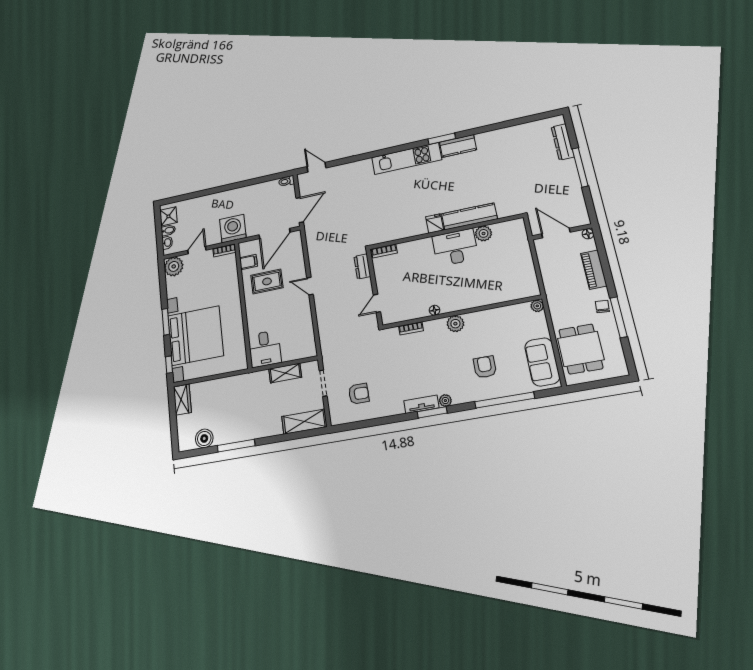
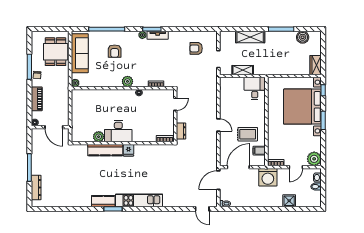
shower: (168, 216) -> (289, 201), moved
sofa: (542, 362) -> (80, 53), width x1.36
shelving: (304, 422) -> (250, 37), moved

